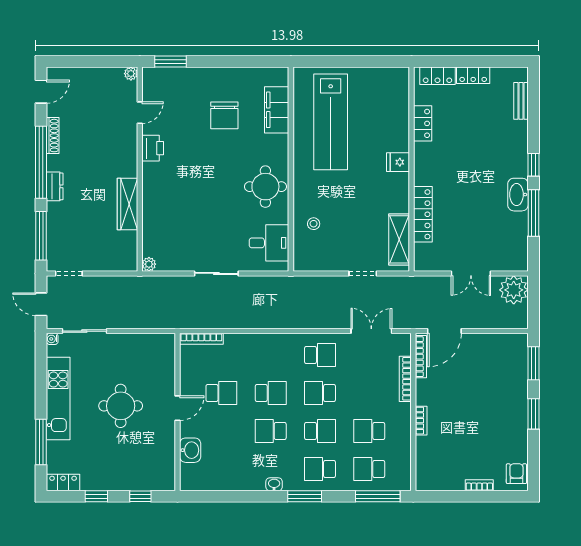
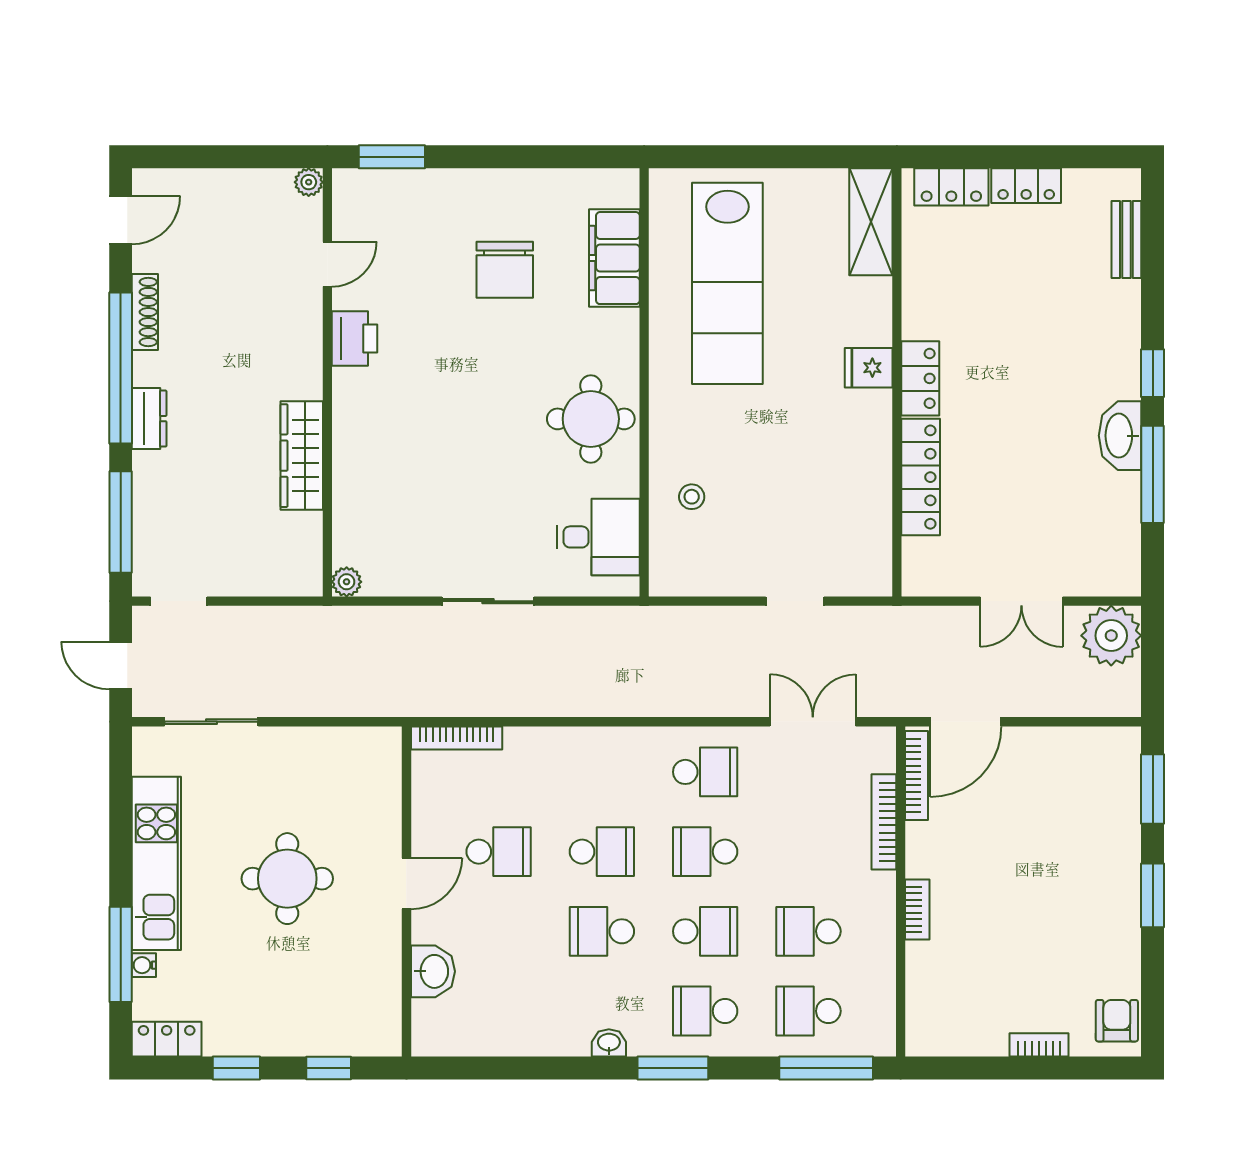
locker: (423, 123) -> (920, 378), moved
shelving: (399, 239) -> (871, 222), moved
water cooler: (52, 339) -> (144, 965), moved

